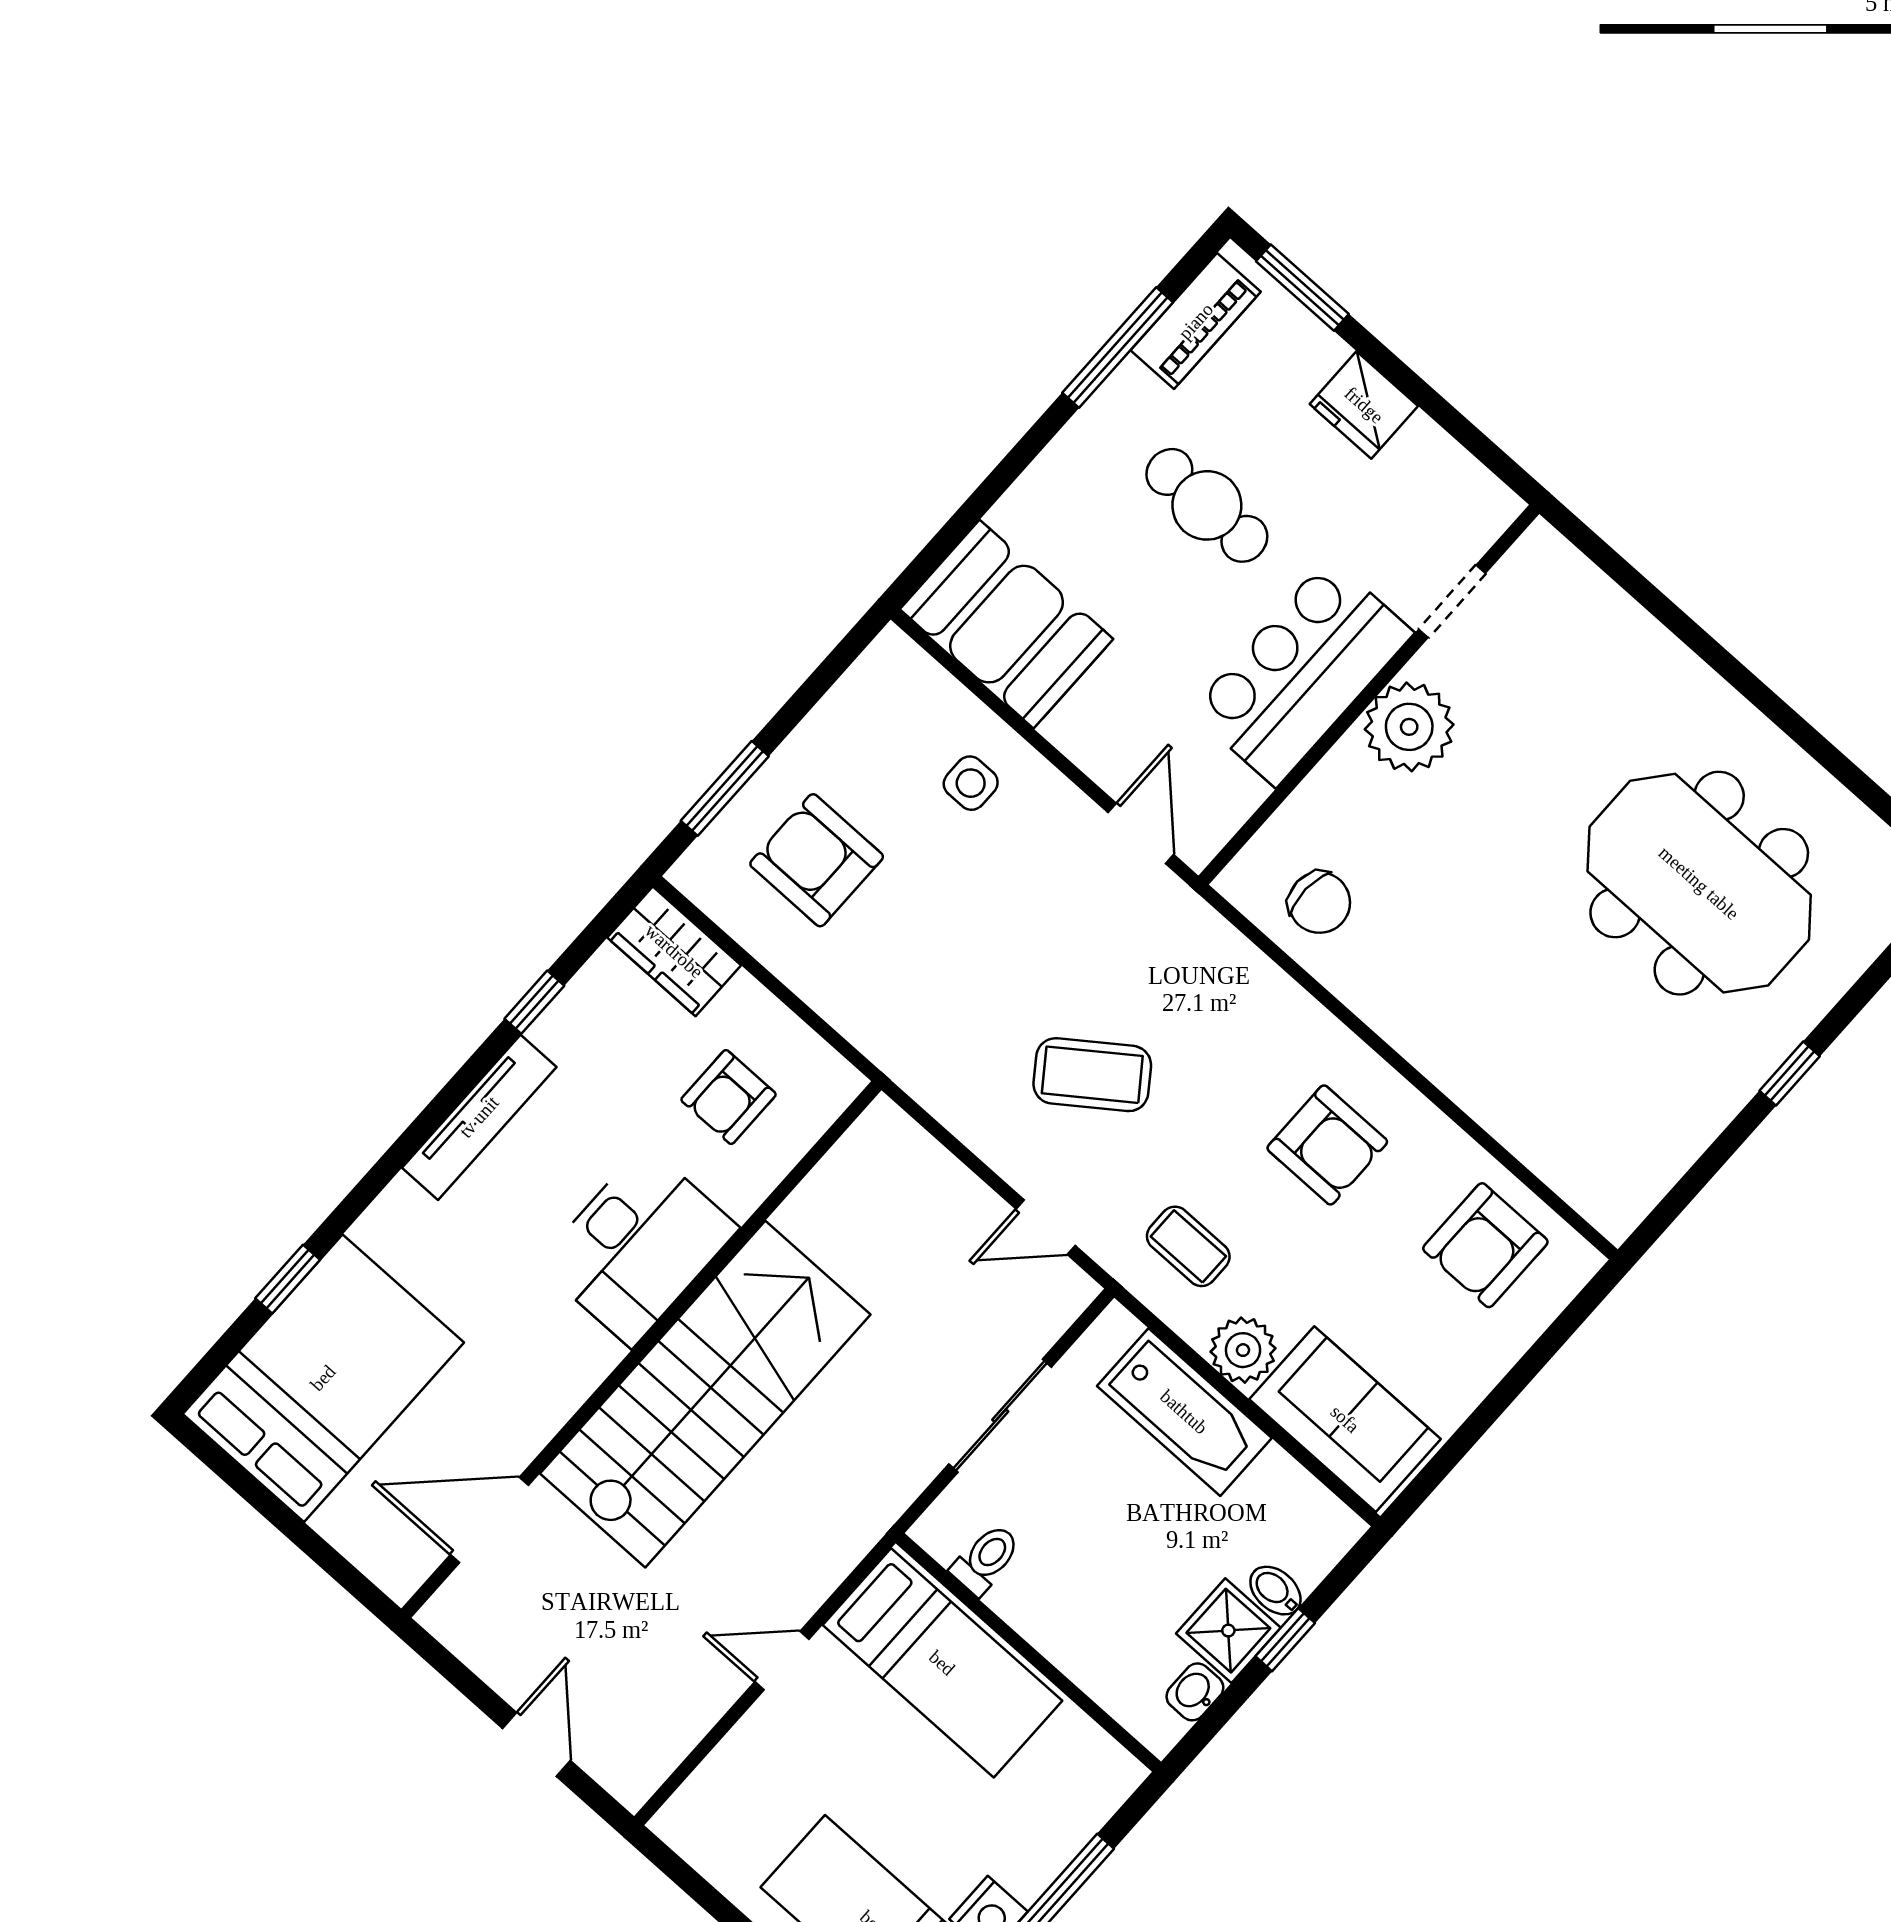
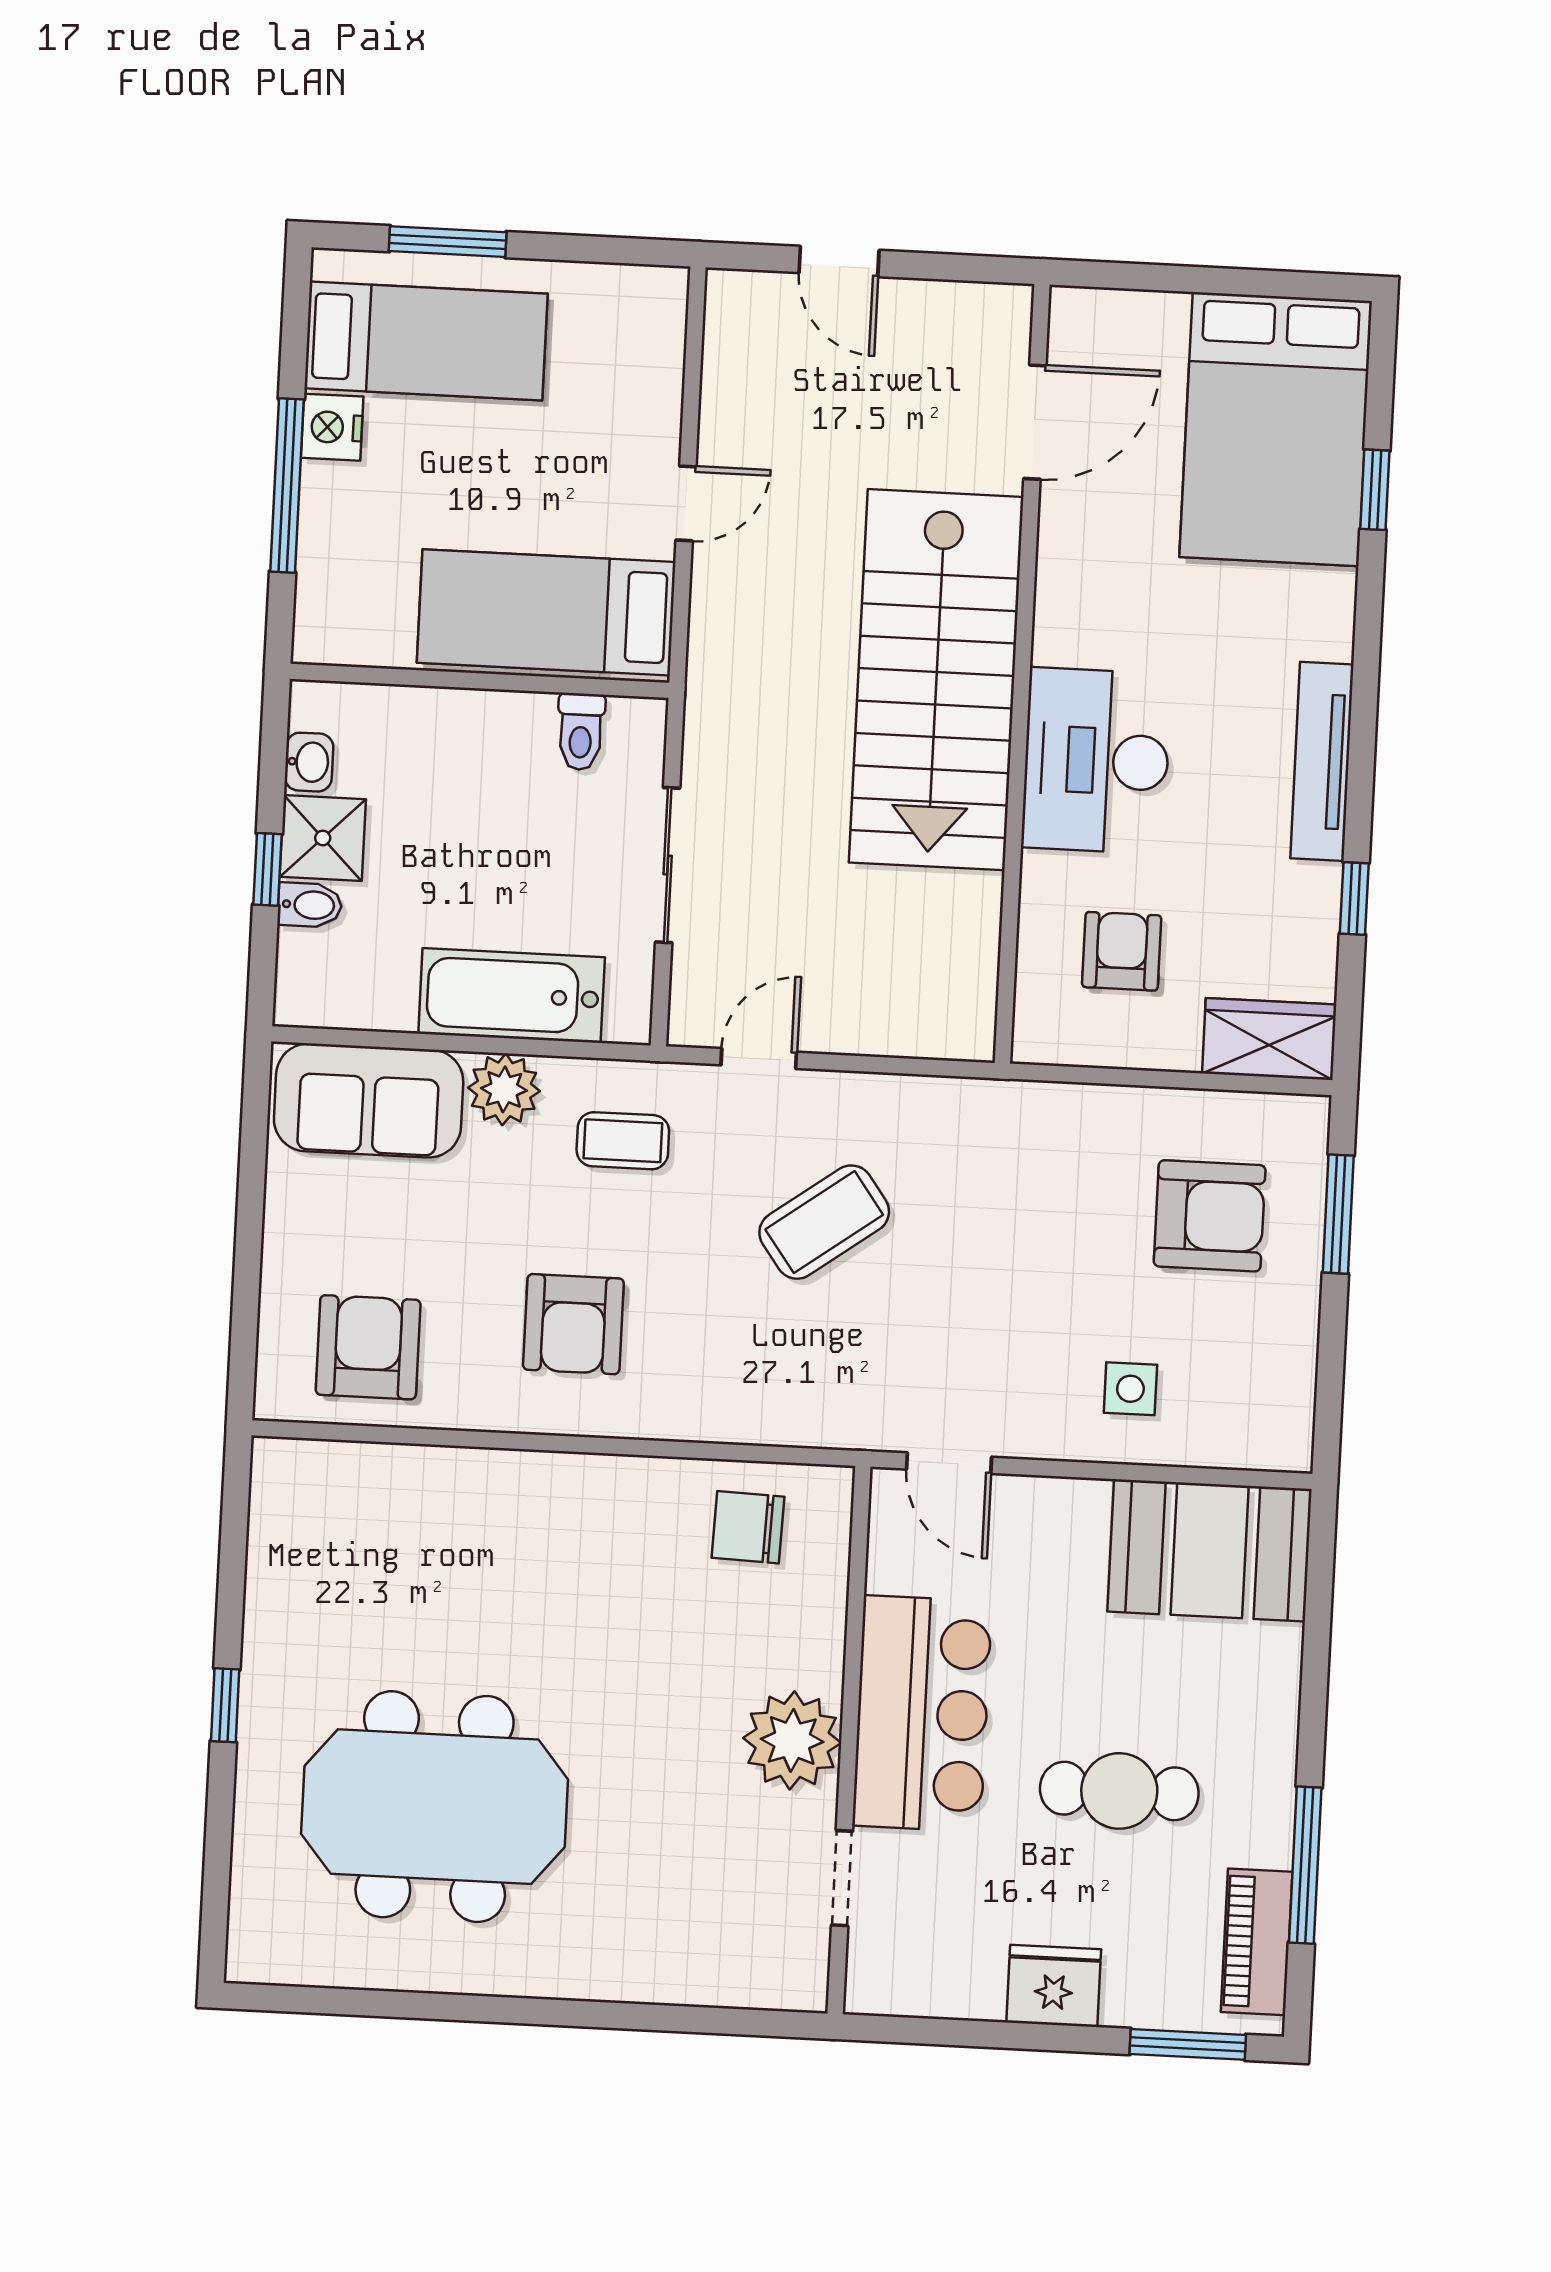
armchair: (1327, 1145) -> (573, 1324), turned -90

